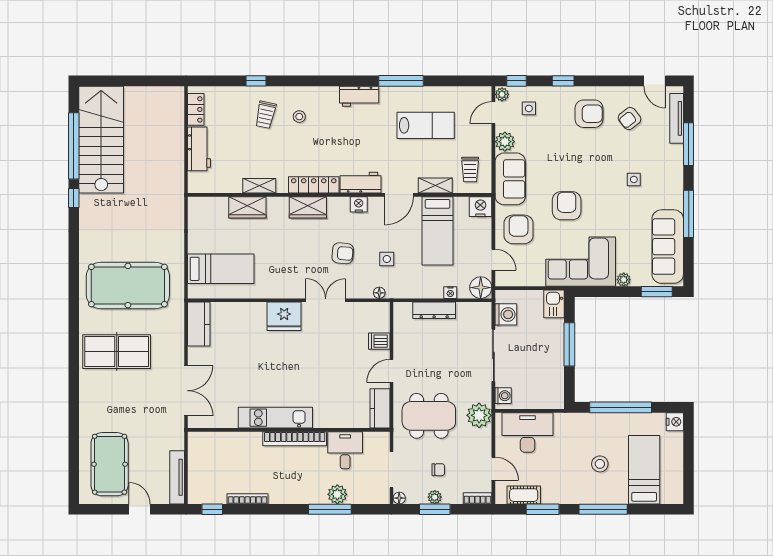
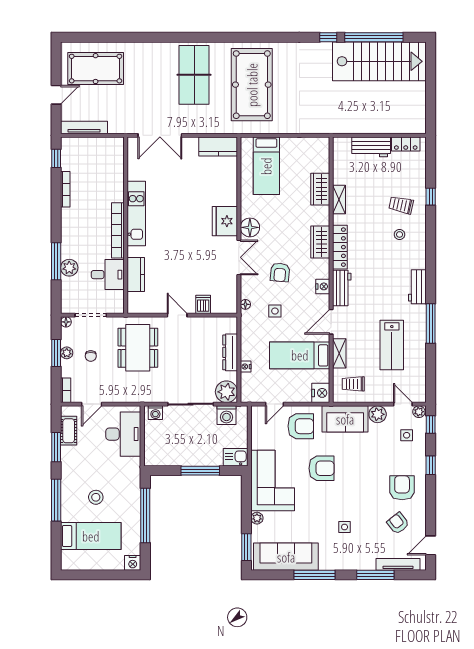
armchair: (589, 114) -> (402, 488), turned 180
door: (399, 195) -> (331, 322), hinge flipped
floor lamp: (481, 288) -> (250, 227), moved
kitchen counter: (380, 408) -> (136, 274), moved, turned 90
plant: (479, 415) -> (226, 392), moved

